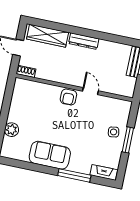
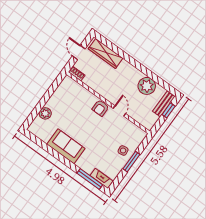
dresser: (84, 41) -> (132, 70), removed
plant: (108, 51) -> (147, 86), added
window: (74, 175) -> (90, 179), moved

